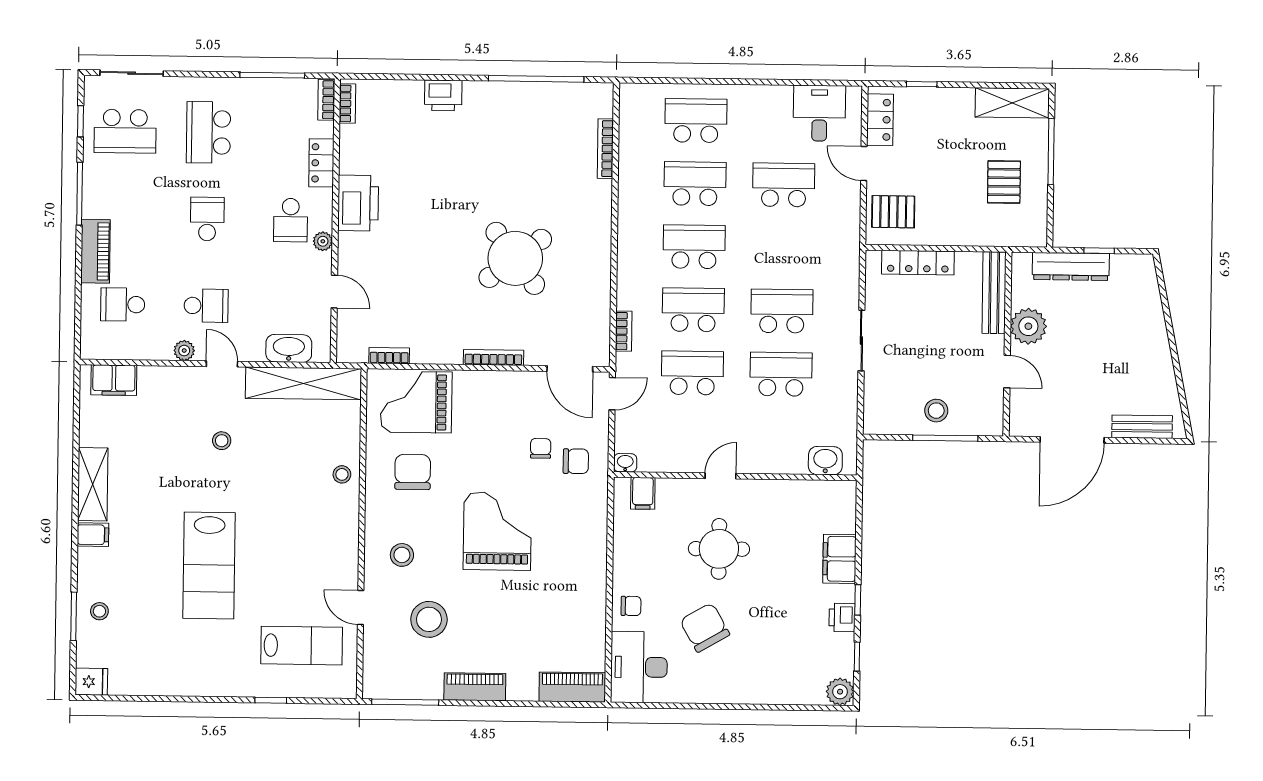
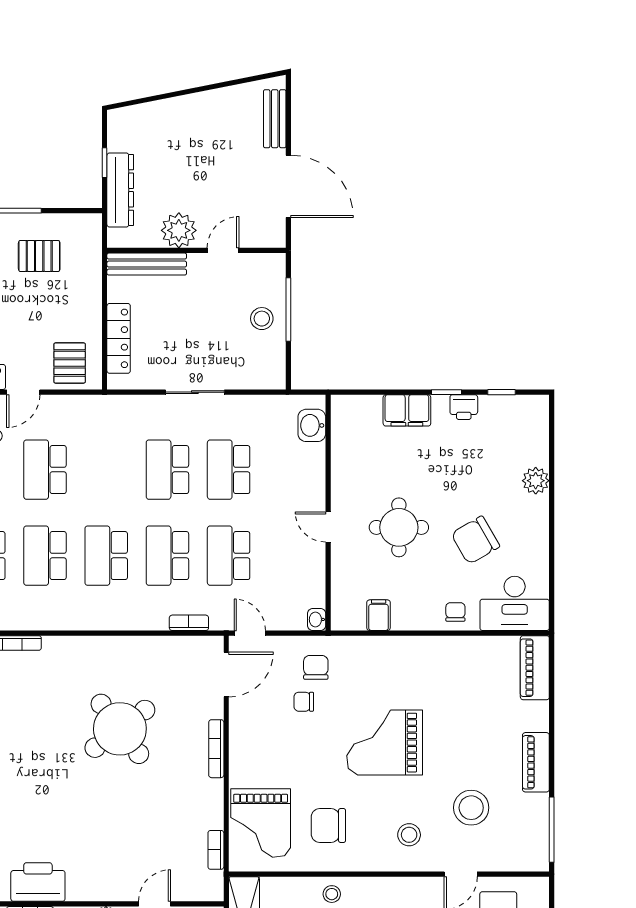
printer: (358, 203) -> (38, 882), moved
filing cabinet: (643, 493) -> (379, 615), moved, turned -90
plant: (840, 692) -> (536, 481), moved

